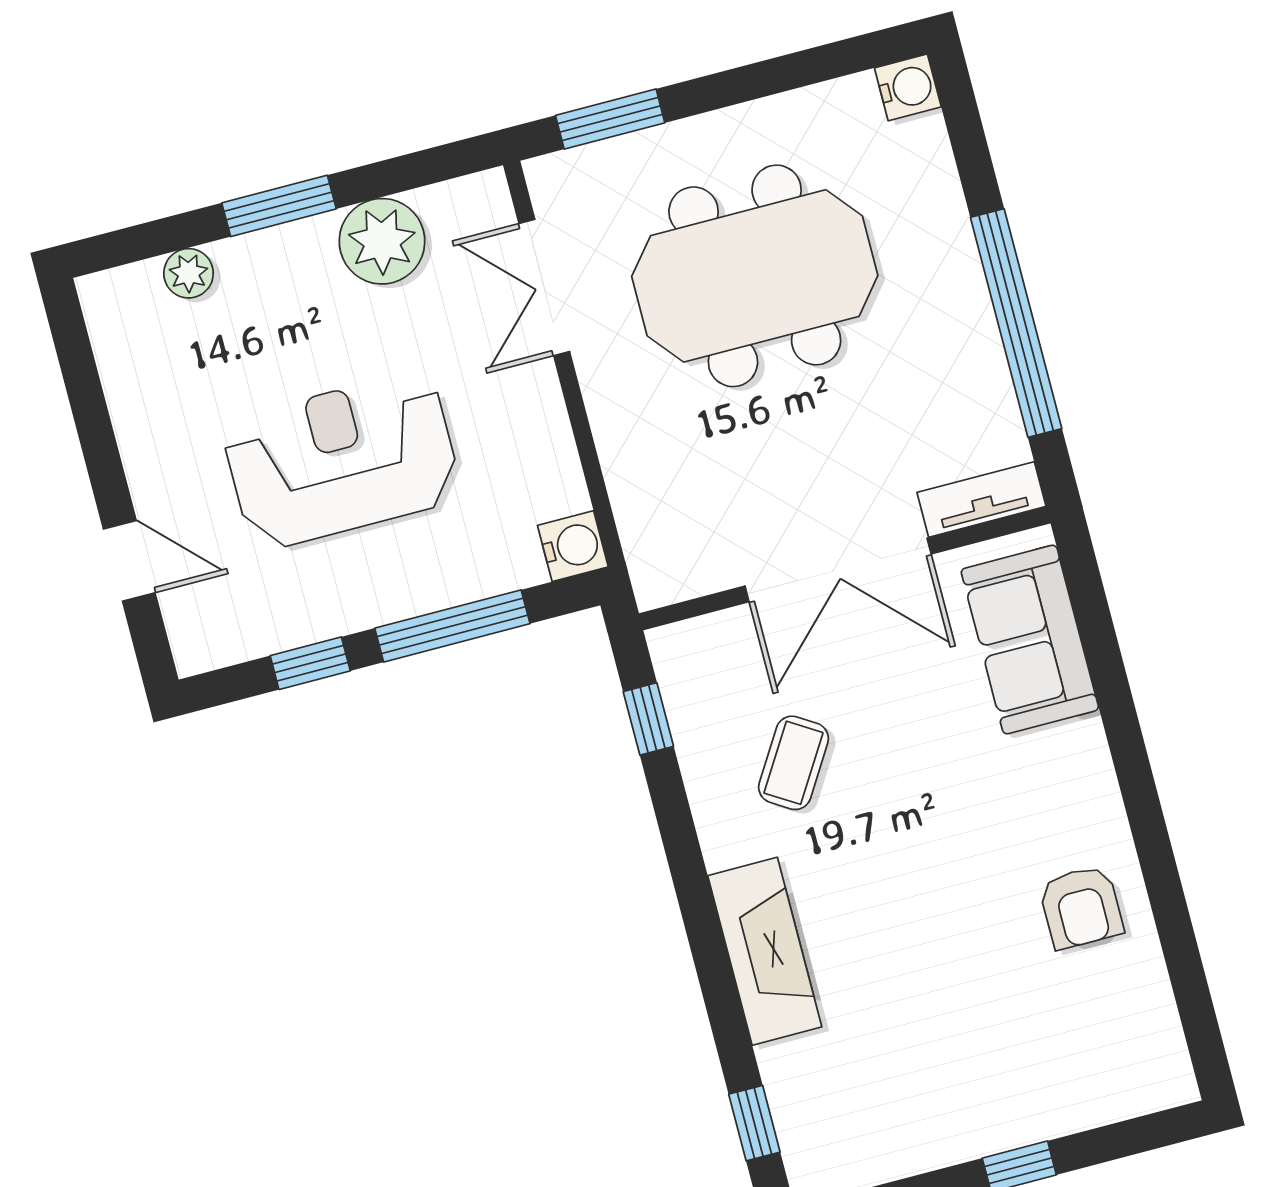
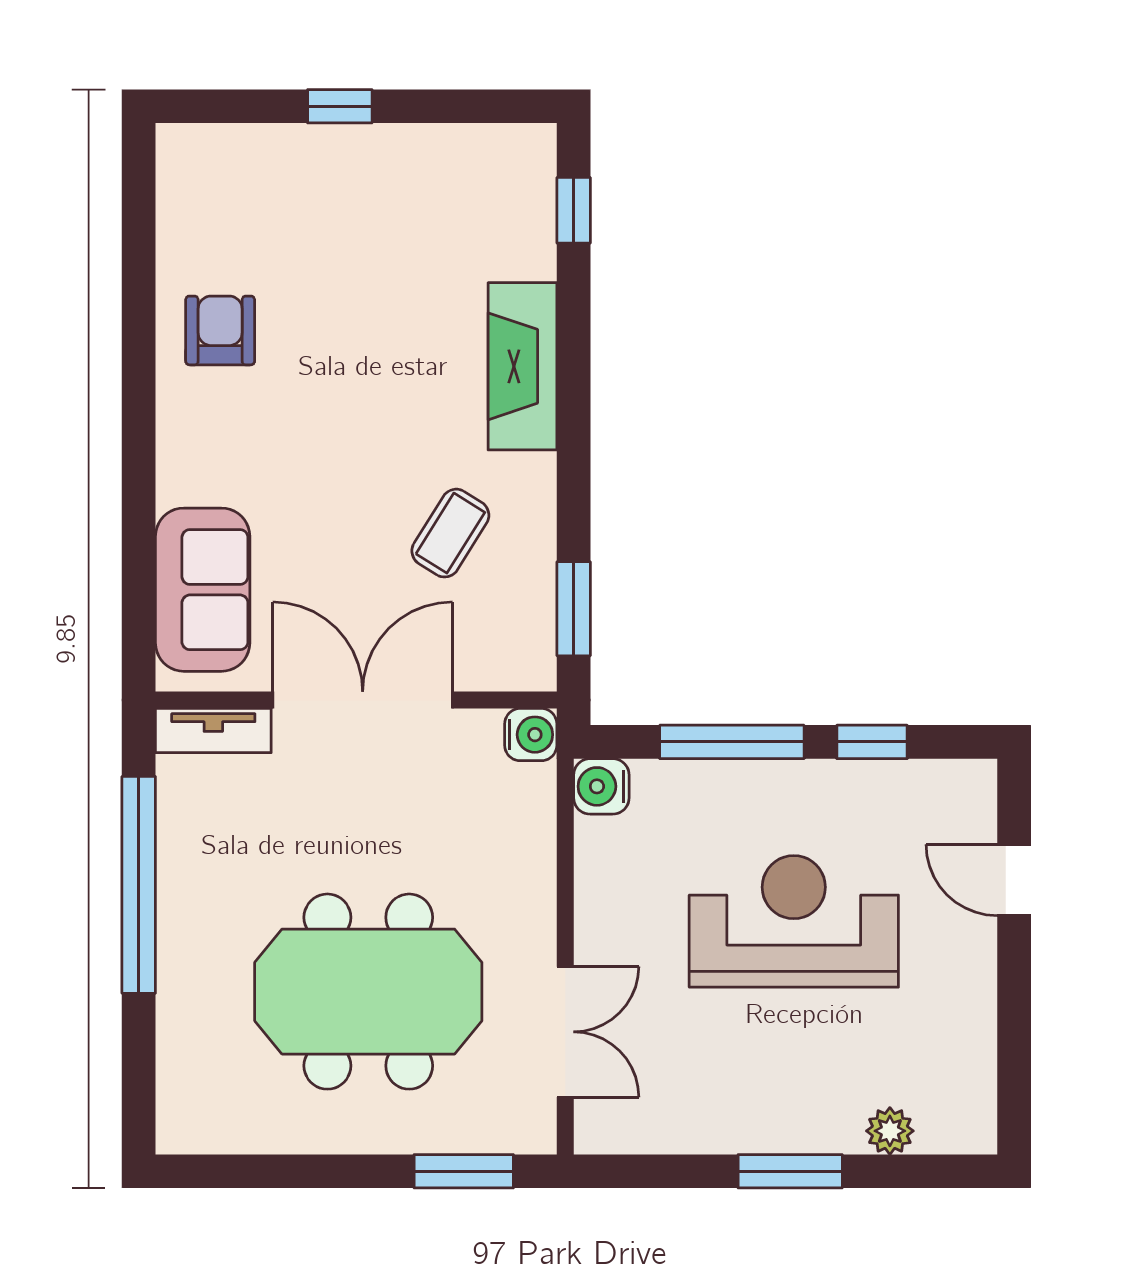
water cooler: (908, 87) -> (531, 735), moved, turned 180
plant: (382, 241) -> (704, 1114), removed
reception desk: (342, 460) -> (794, 921), turned 180
window: (648, 719) -> (574, 609), width x1.50

